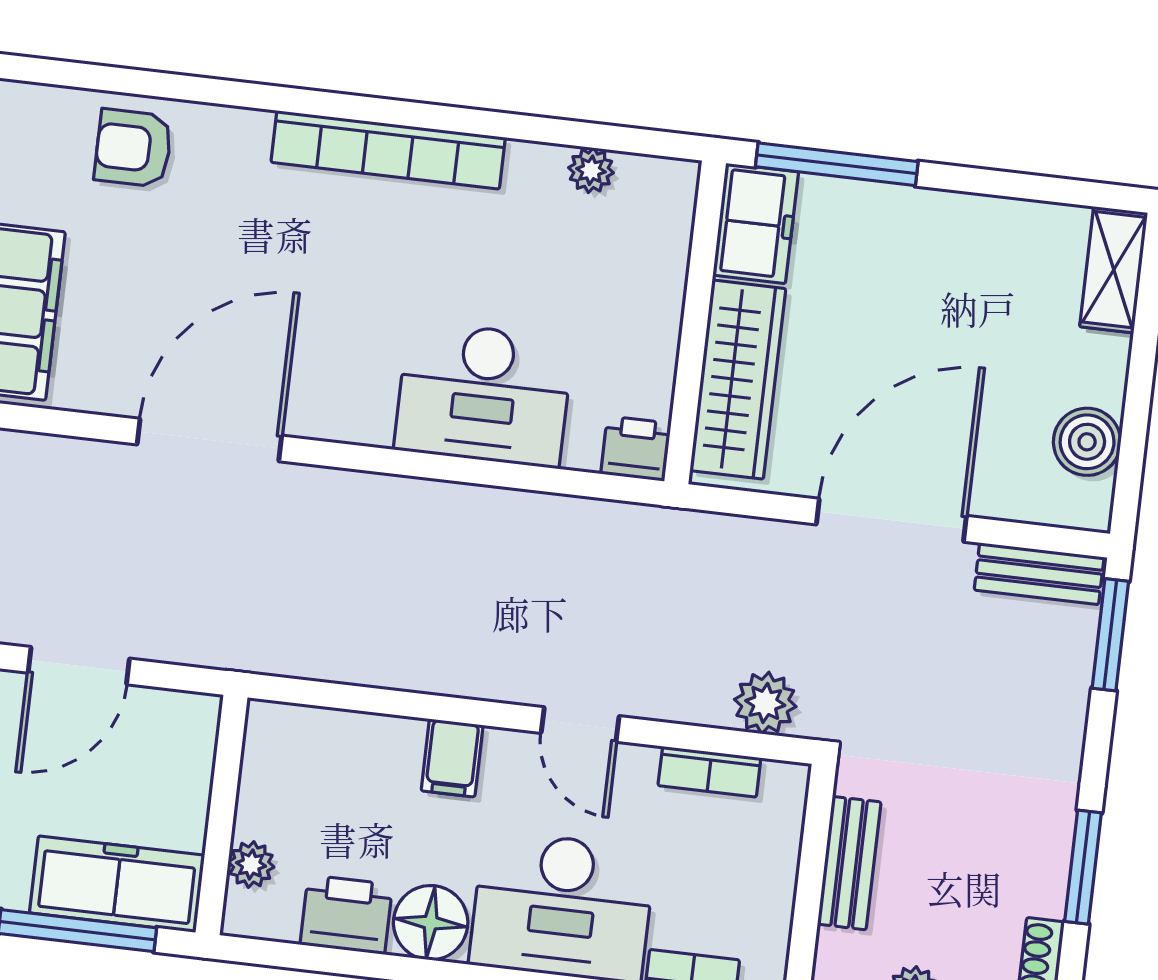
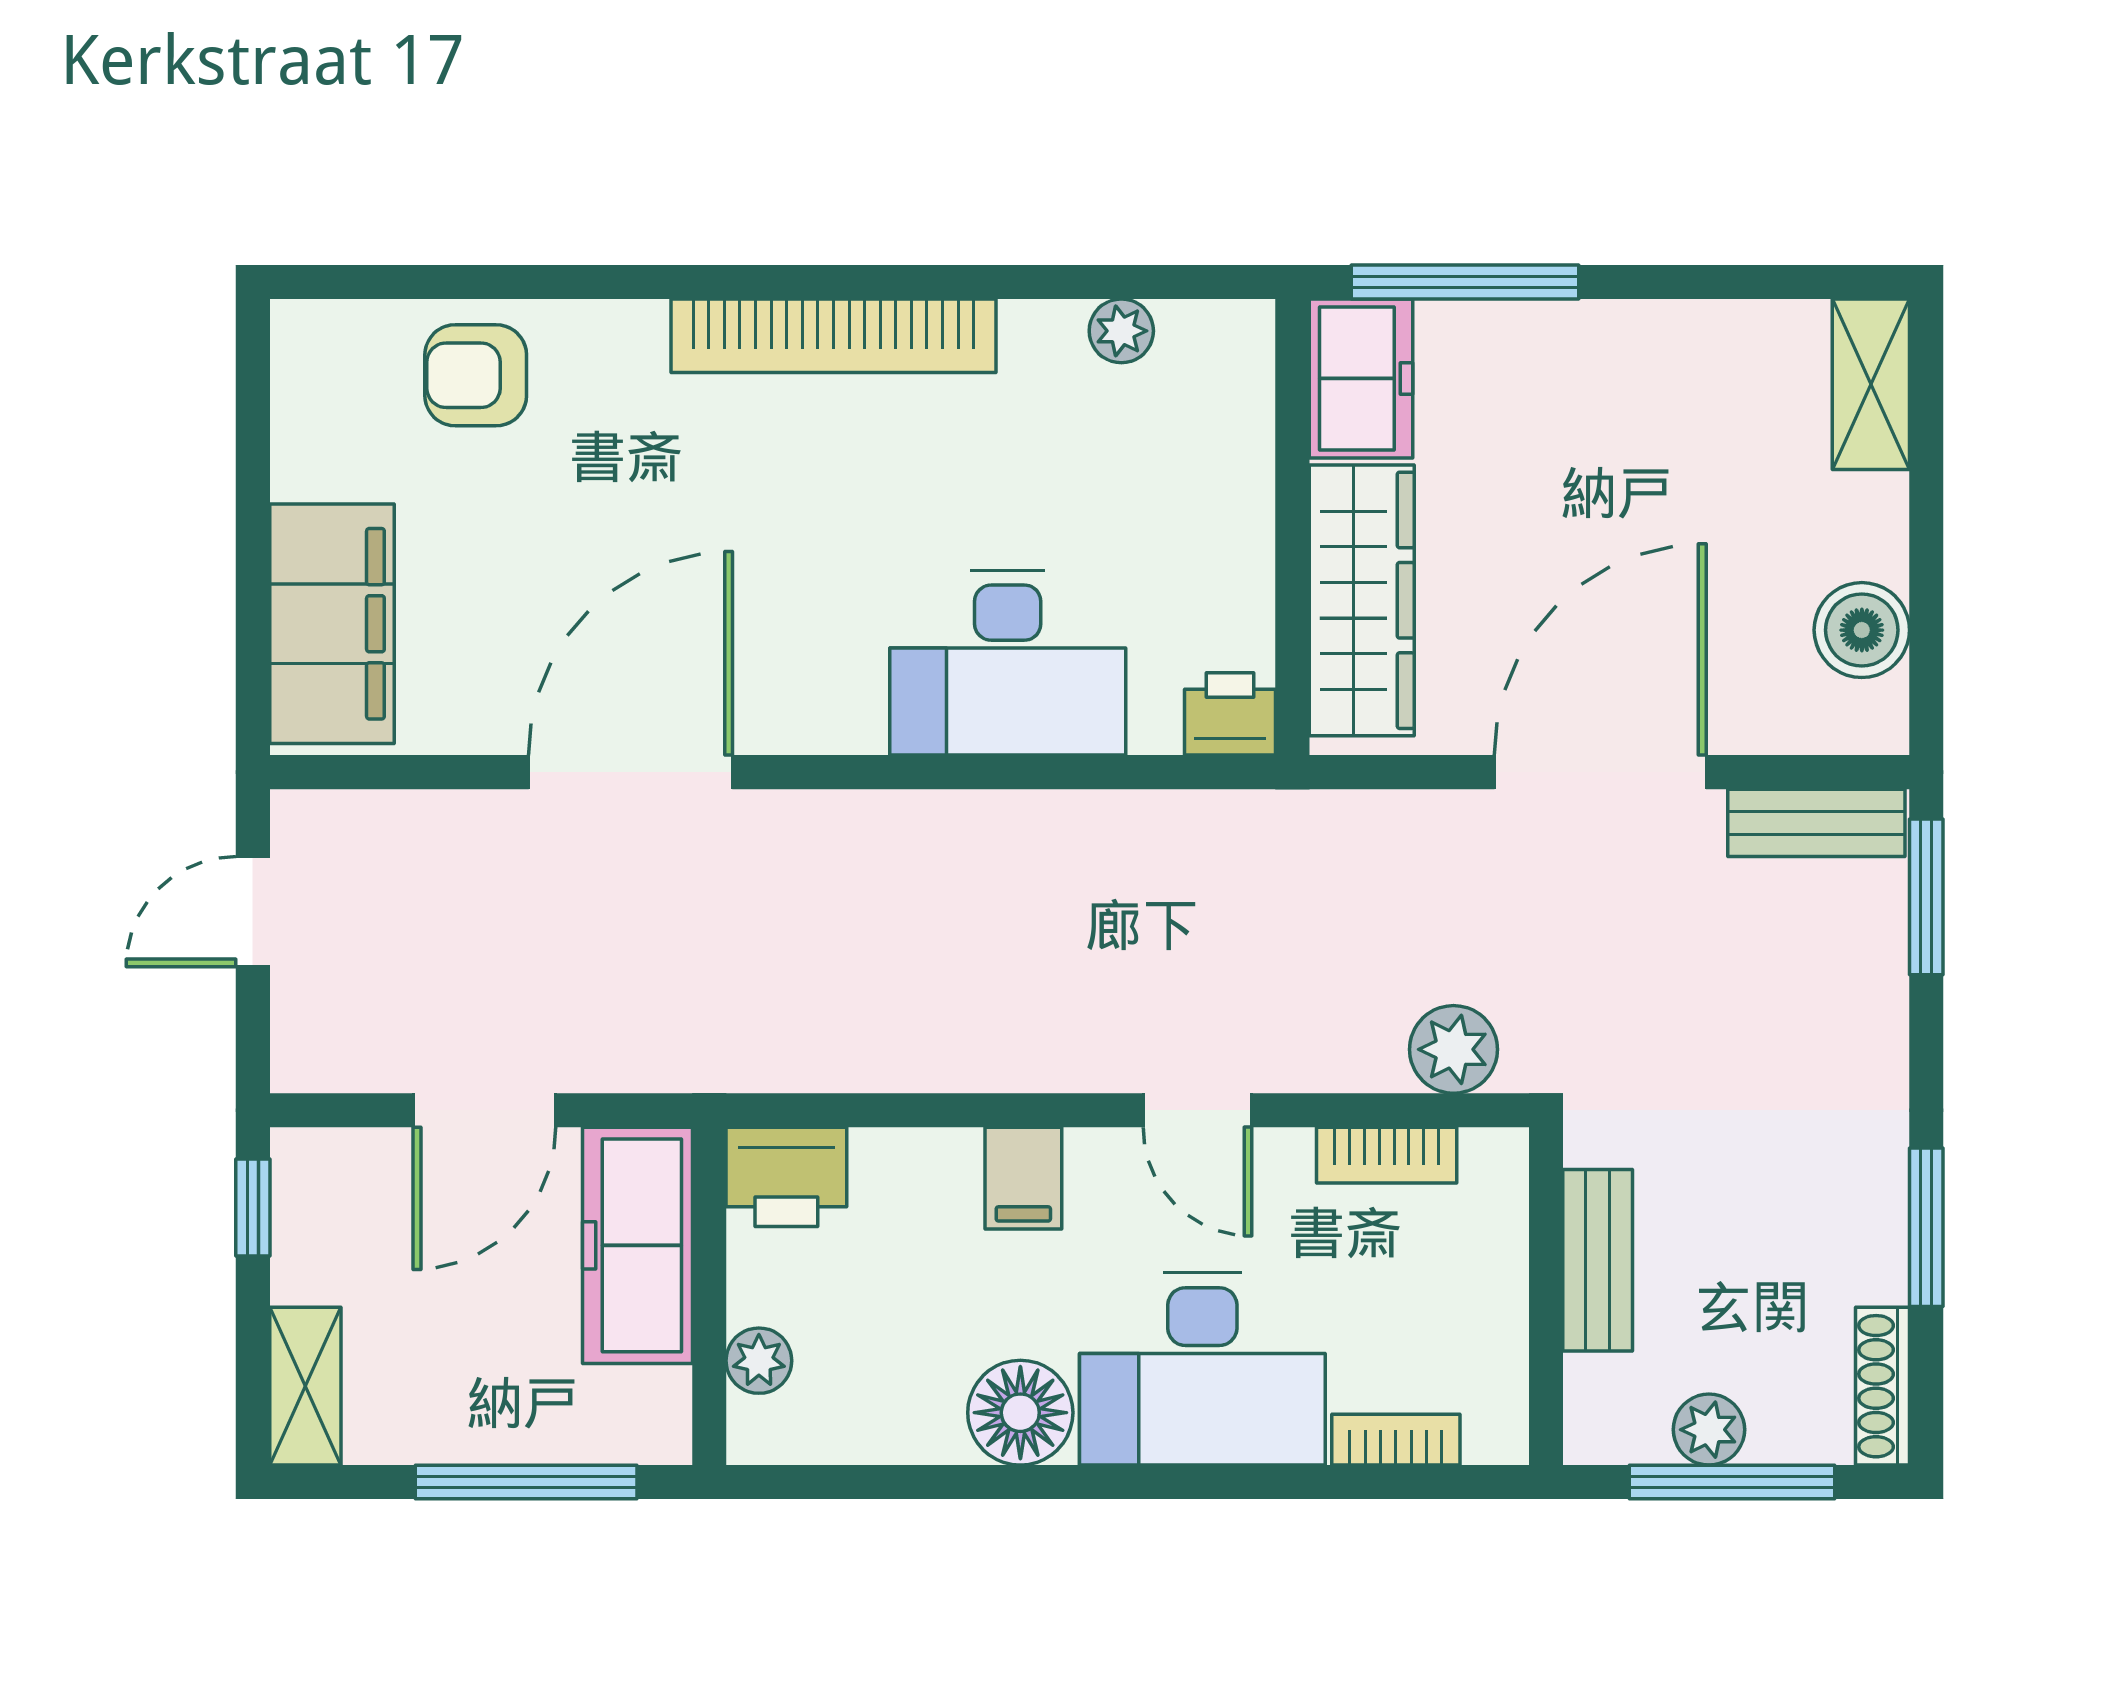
freezer: (117, 884) -> (637, 1245), moved, turned -90
printer: (346, 915) -> (786, 1177), moved, turned 180

